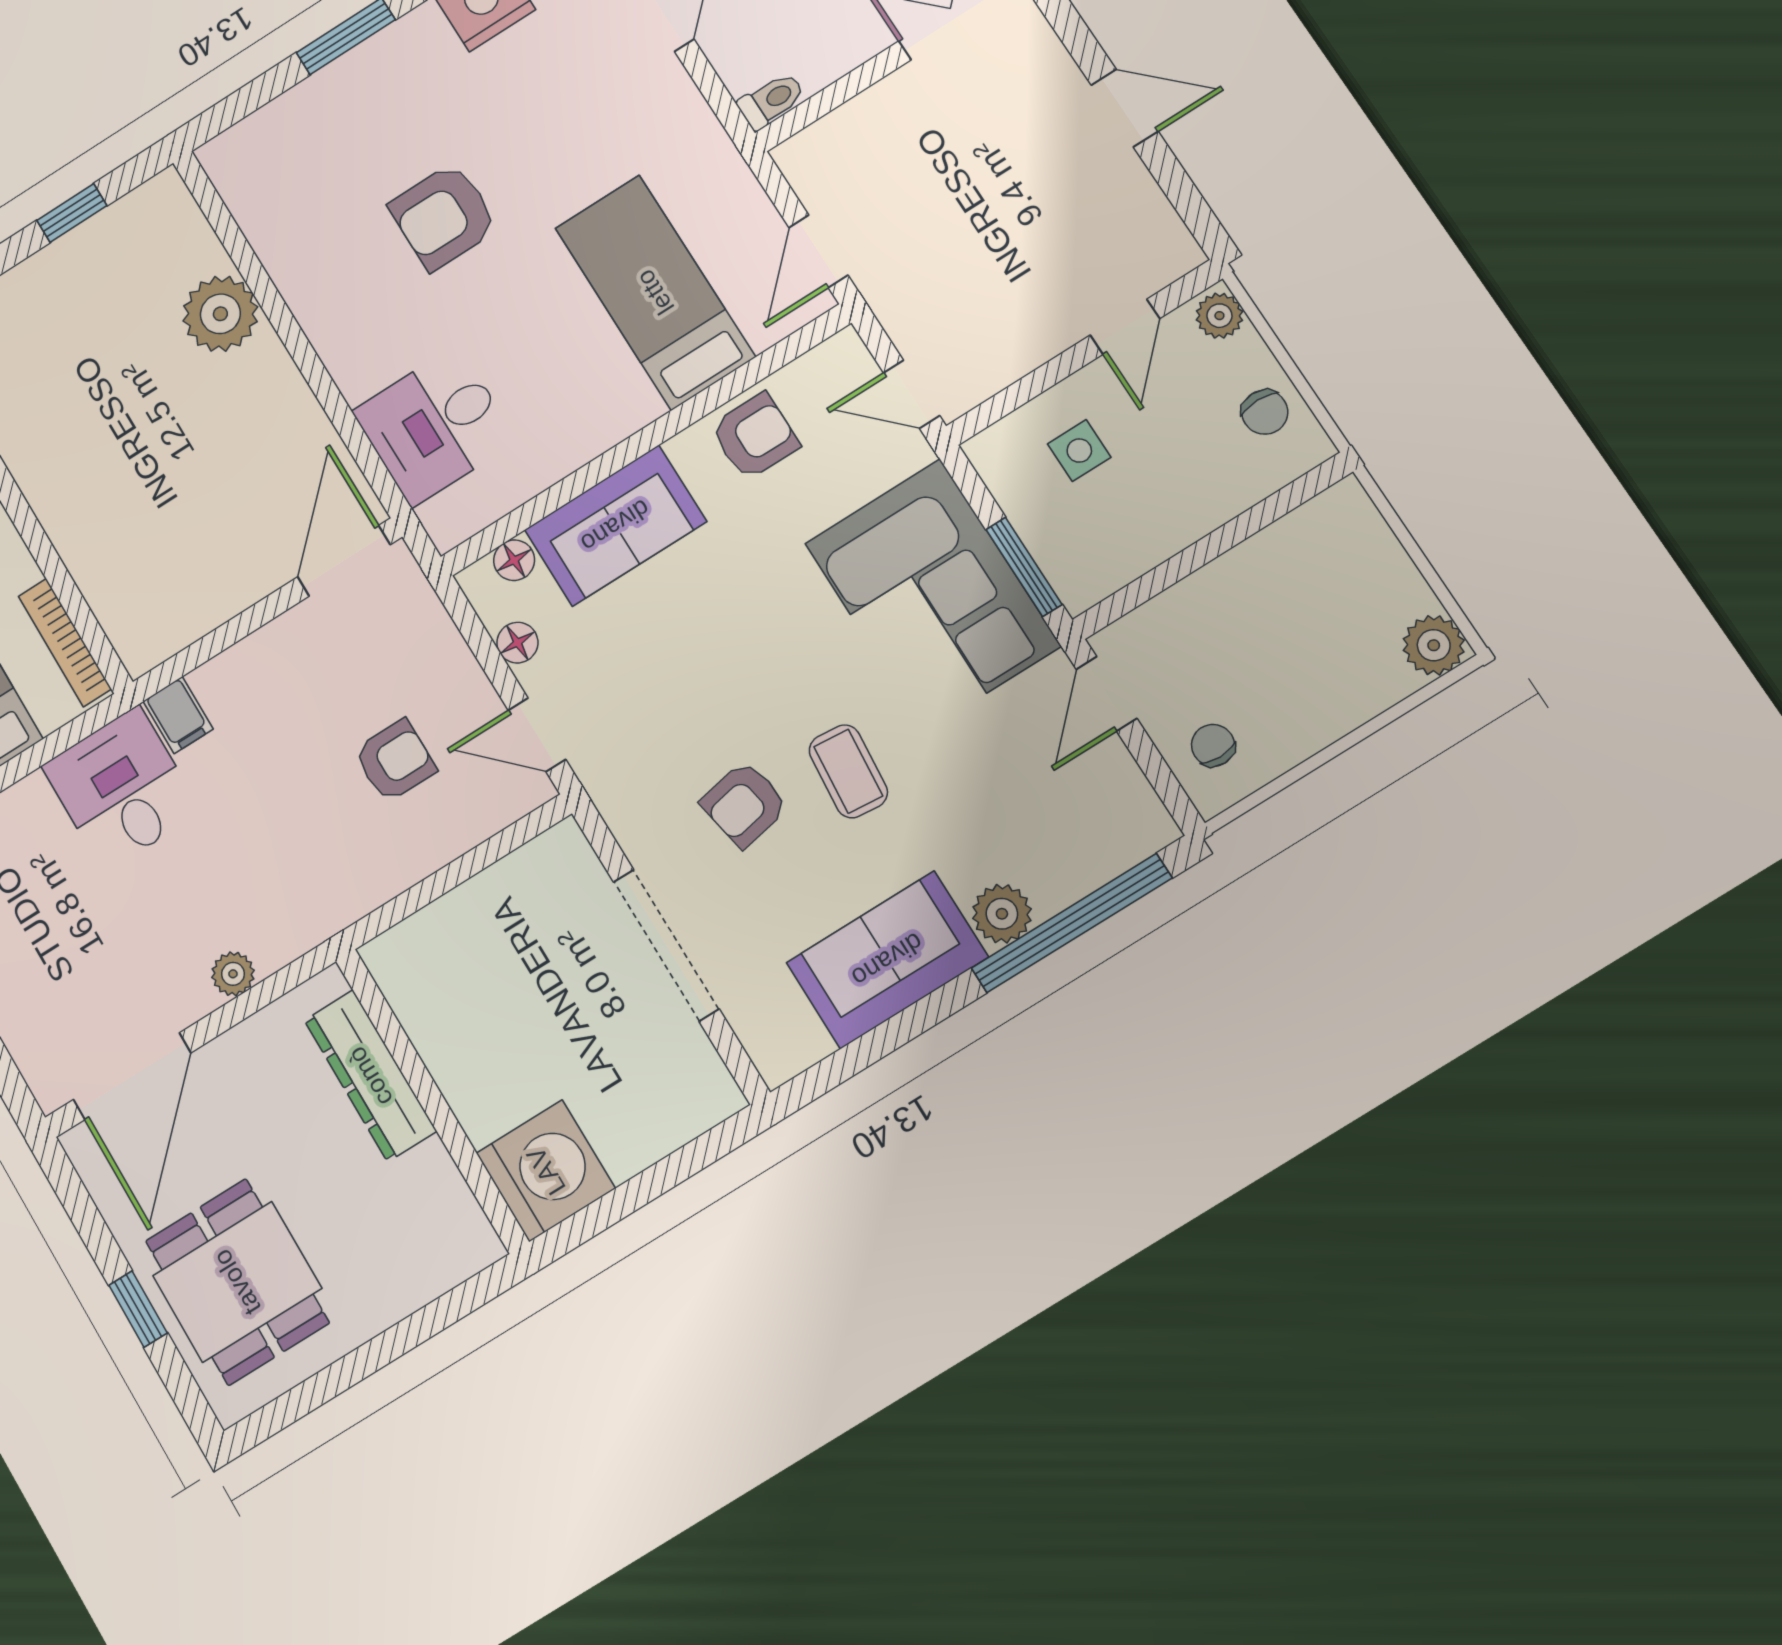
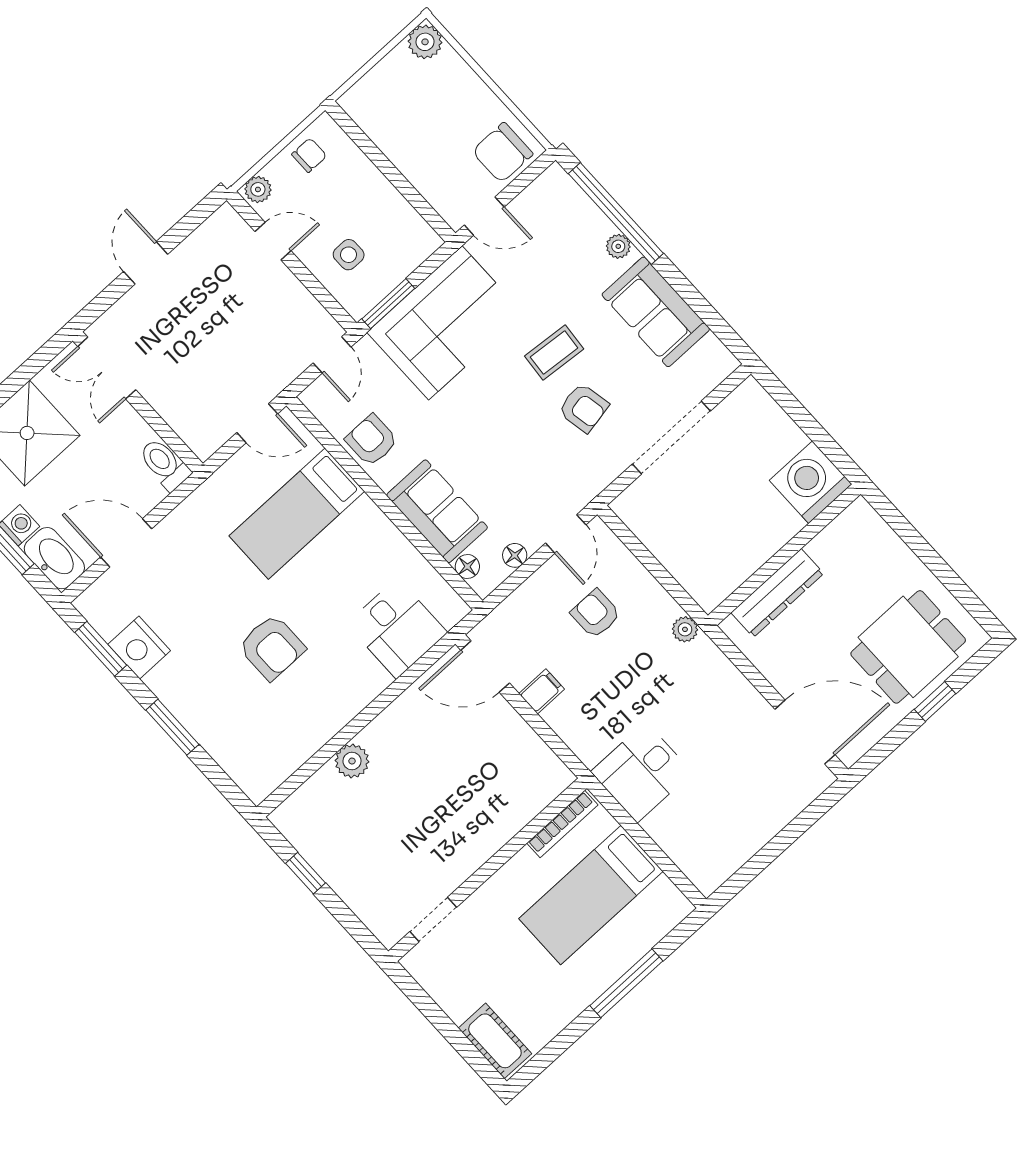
toilet: (771, 101) -> (164, 464), width x1.37, depth x1.39
plant: (220, 314) -> (352, 761), width x0.73, depth x0.73
window: (1024, 567) -> (388, 304), moved
filing cabinet: (178, 715) -> (542, 691), moved
chair: (1213, 745) -> (503, 153), width x1.87, depth x1.87
plant: (1002, 914) -> (618, 246), width x0.73, depth x0.73
plant: (233, 974) -> (685, 629), moved

